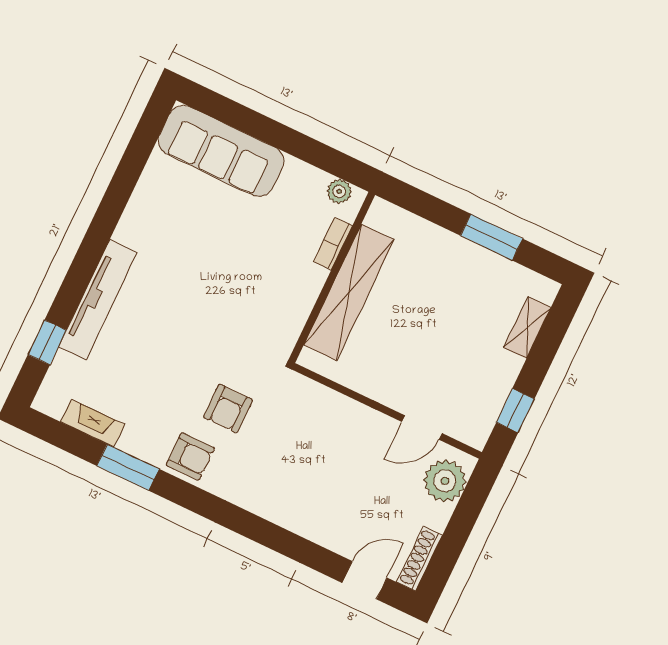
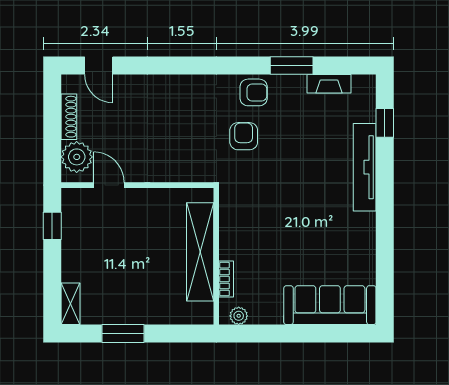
shelving: (527, 328) -> (71, 304), moved
door: (422, 427) -> (109, 185), hinge flipped
armchair: (190, 456) -> (254, 92), turned 180
shoe rack: (420, 559) -> (69, 117), moved
door: (365, 580) -> (99, 65), hinge flipped

